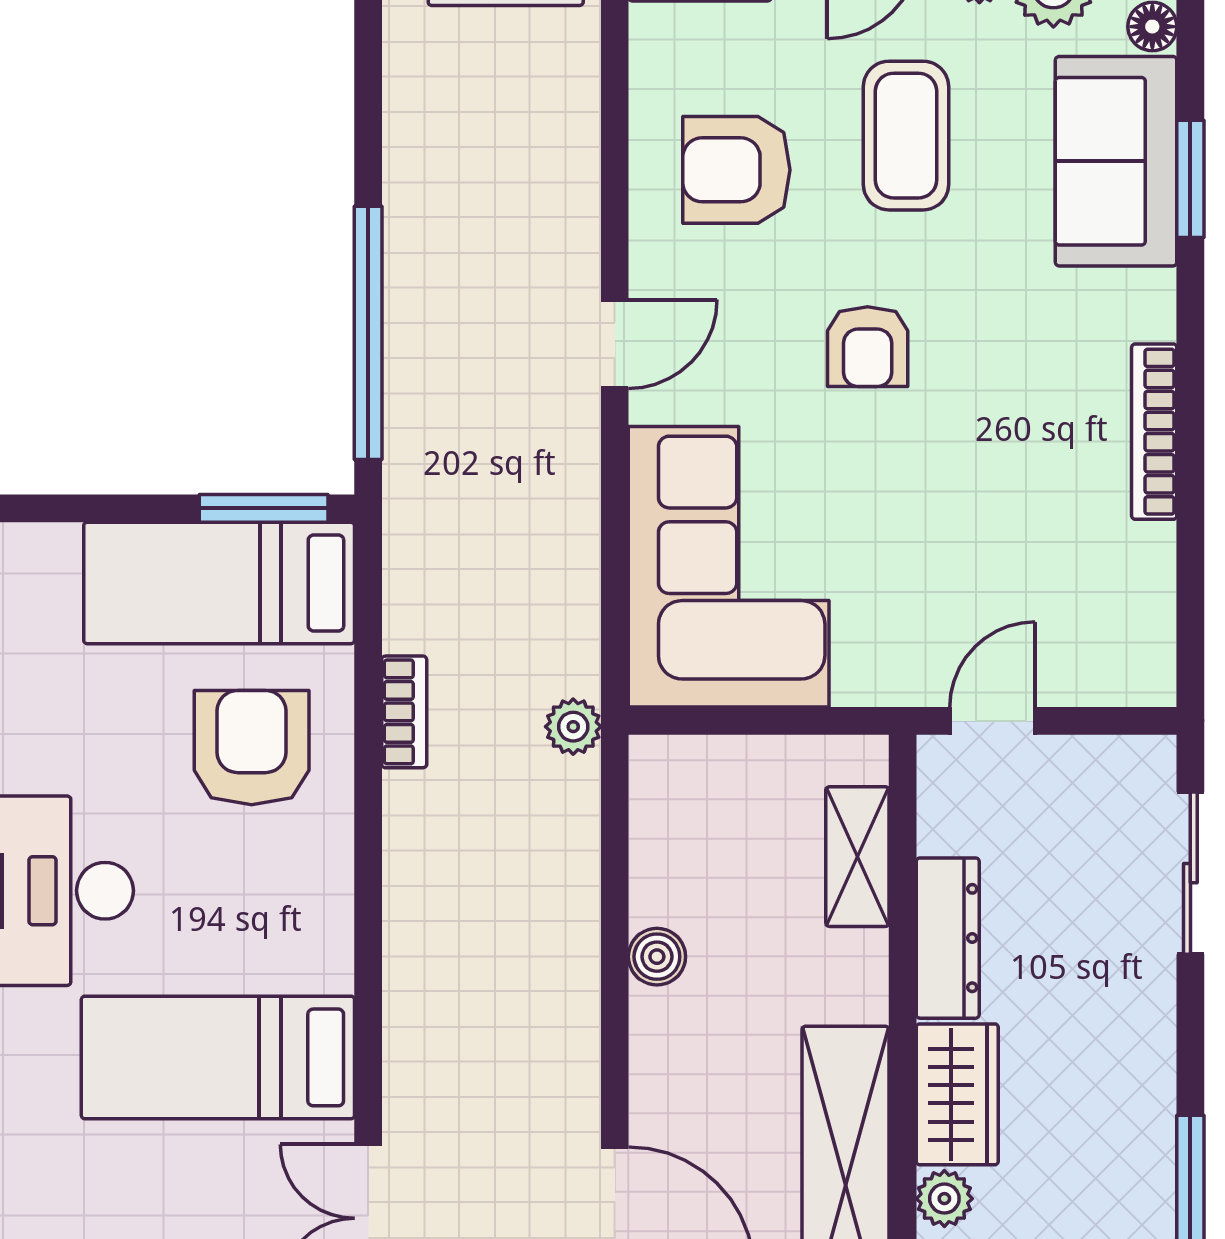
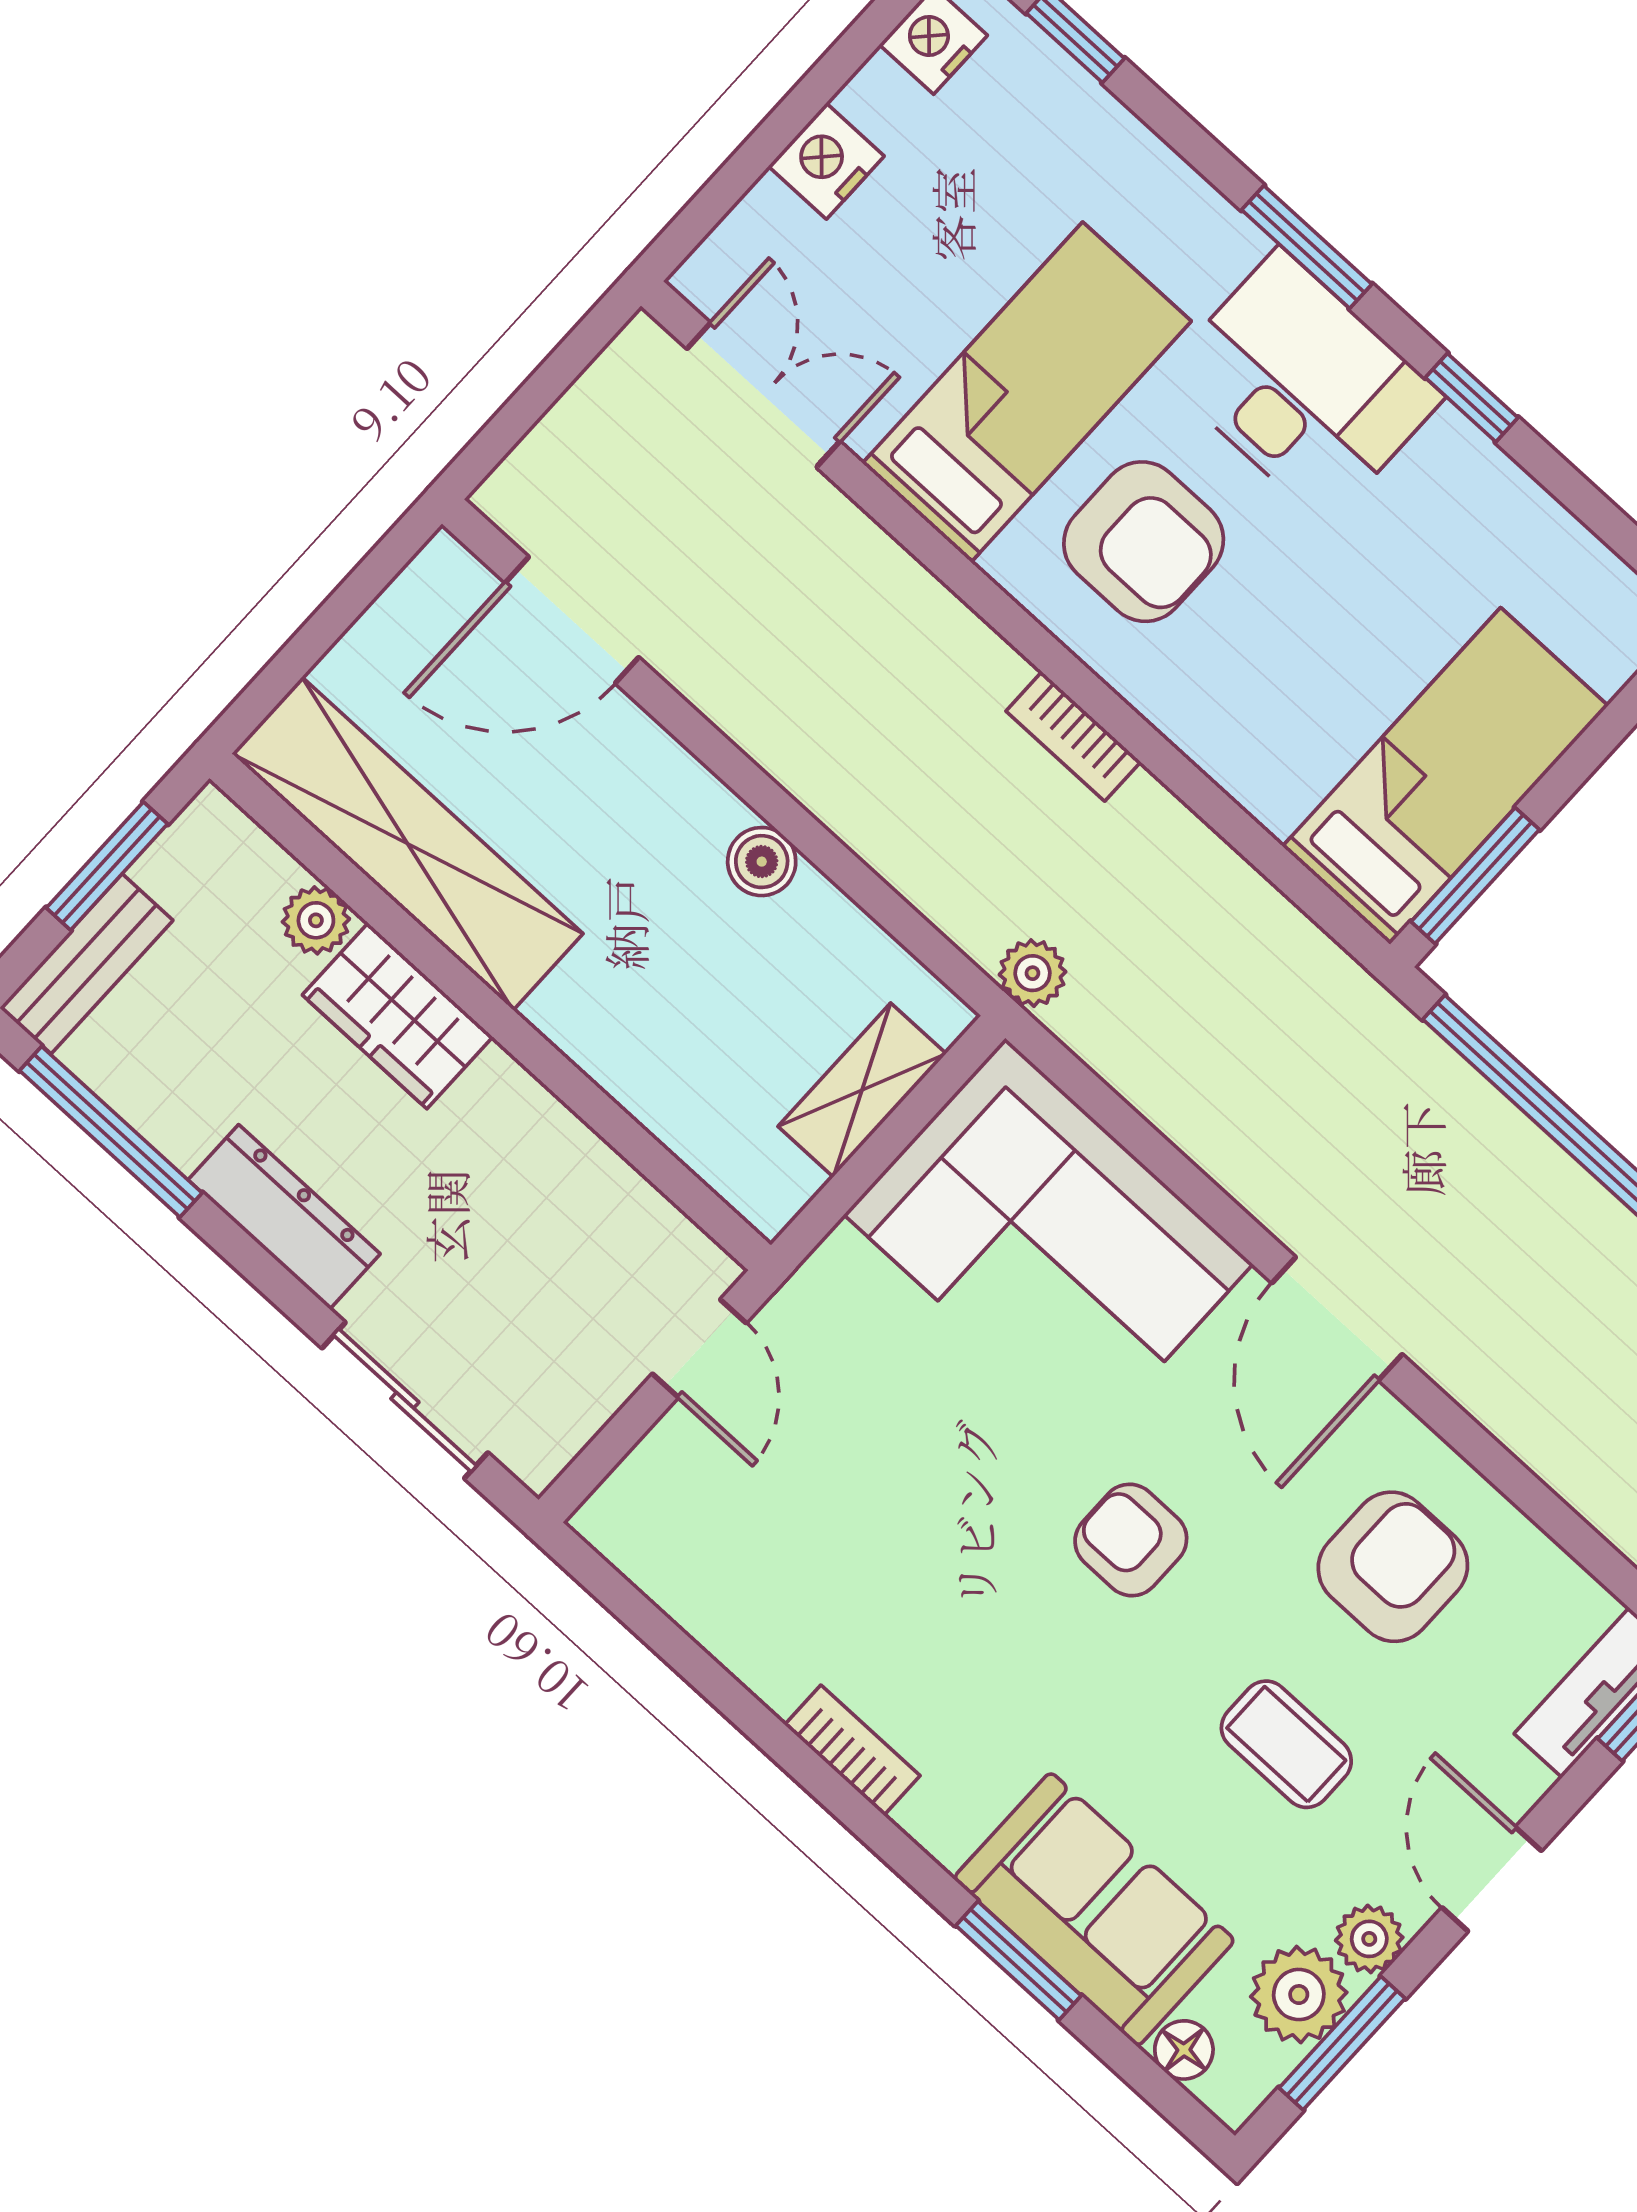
coffee table: (906, 136) -> (1286, 1744), width x0.73, depth x0.77
door: (615, 344) -> (1337, 1319), width x1.37
bookcase: (1154, 432) -> (852, 1750), width x0.64
bookcase: (404, 712) -> (1073, 736), moved
armchair: (252, 748) -> (1144, 542), moved
shelving: (857, 857) -> (862, 1090), moved, turned 90
dresser: (948, 938) -> (284, 1217), moved, turned 180

